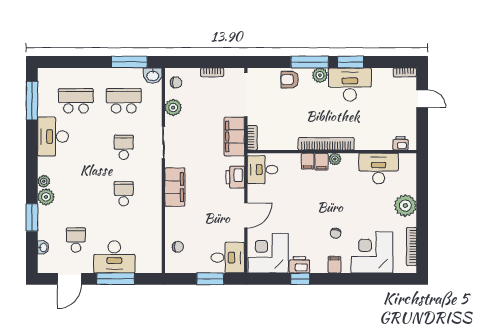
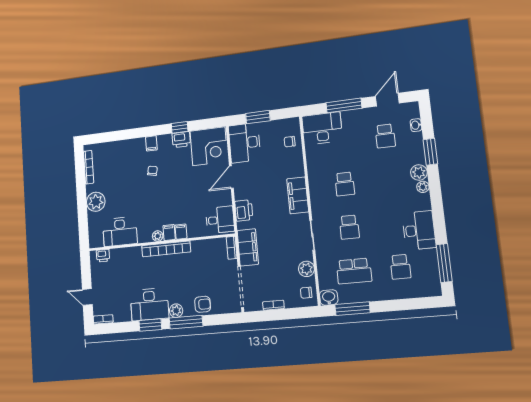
school desk: (76, 101) -> (400, 267), width x0.54
corner desk: (372, 252) -> (121, 158), removed
desk: (114, 257) -> (322, 128), moved
desk: (228, 258) -> (245, 143), width x1.37

